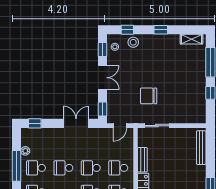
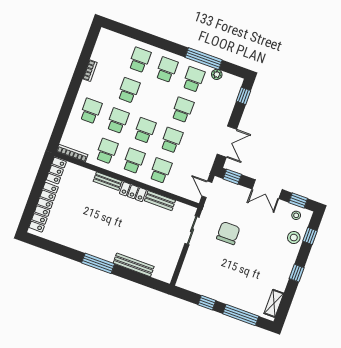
bench: (201, 148) -> (134, 265), moved

